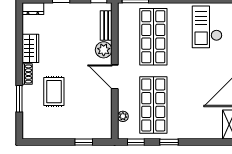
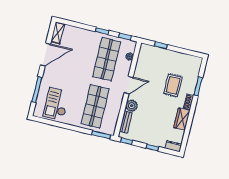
checkout: (207, 27) -> (56, 104), turned 180
door: (115, 77) -> (129, 85), hinge flipped

